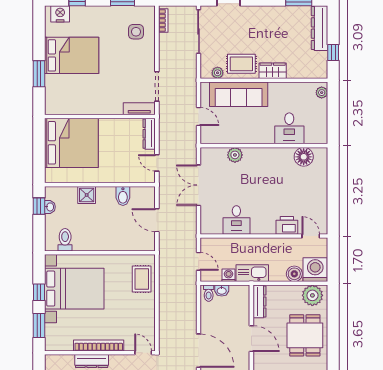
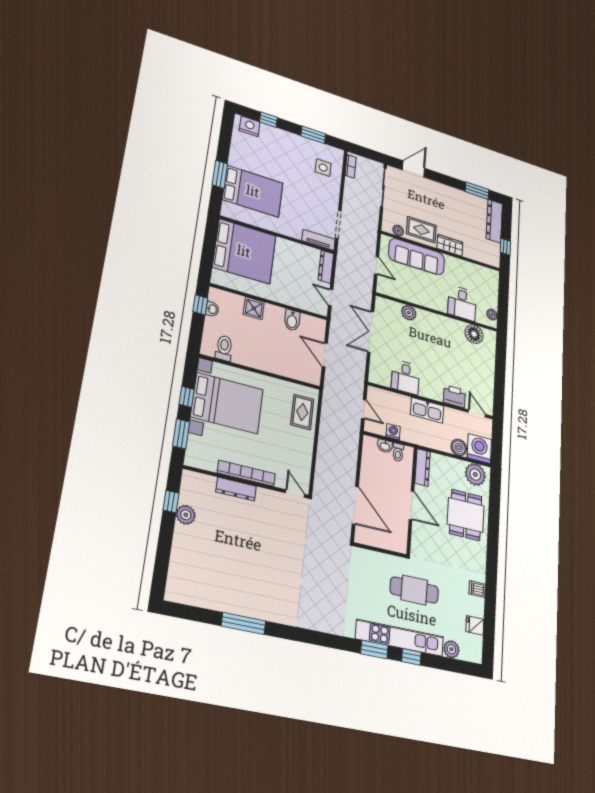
bed: (72, 55) -> (253, 191), moved
plant: (322, 93) -> (492, 315), moved
kitchen sink: (252, 273) -> (427, 410), moved, turned 180
toilet: (209, 293) -> (398, 452), moved

